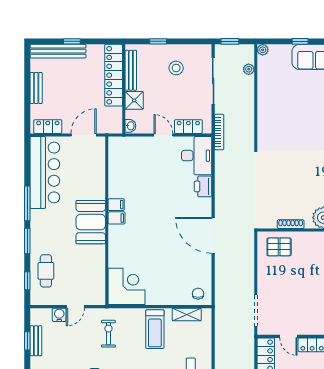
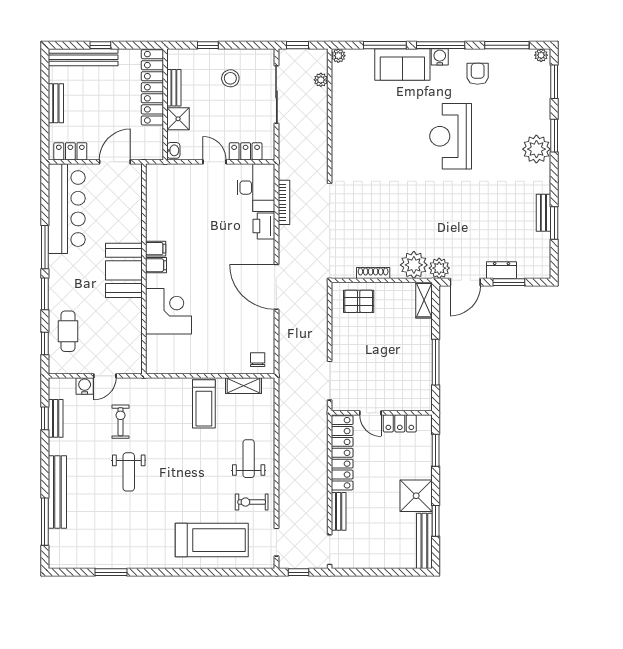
window: (300, 41) -> (385, 45), width x2.17
bench: (131, 70) -> (174, 88), width x0.73
bookcase: (219, 132) -> (284, 202), moved
corner desk: (126, 286) -> (168, 311), moved
exercise bike: (108, 334) -> (120, 422), moved

